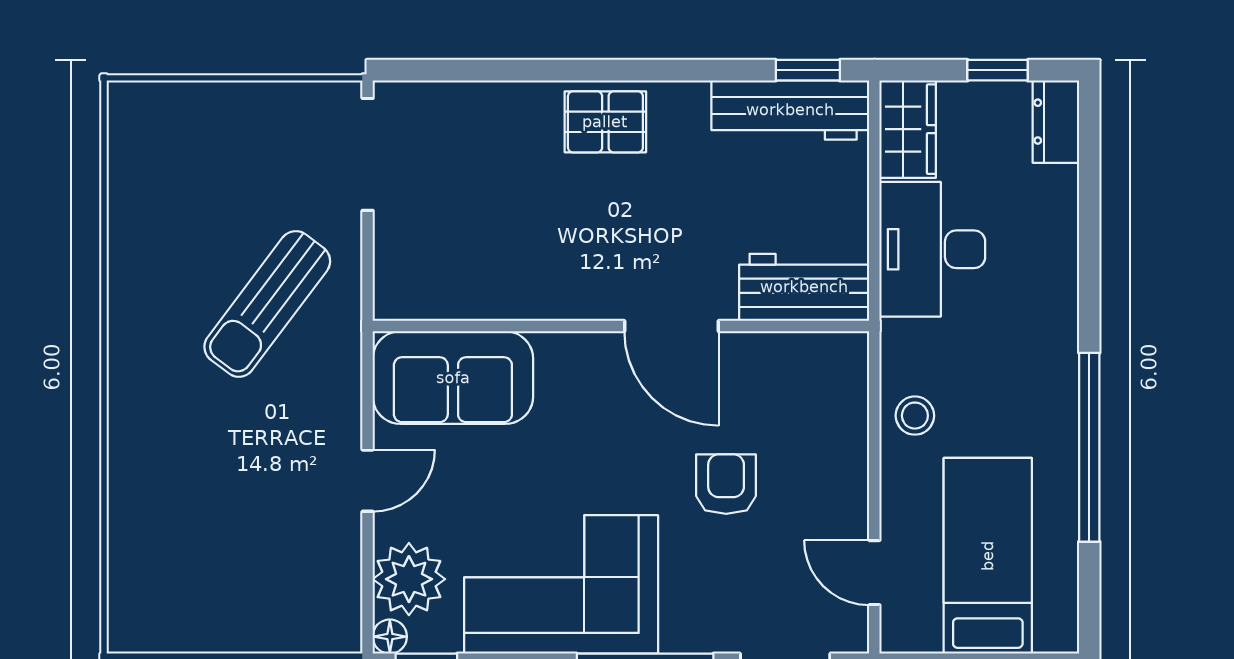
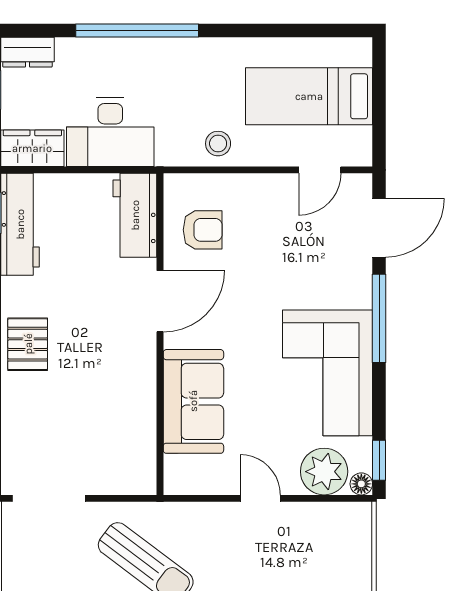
sofa: (453, 378) -> (193, 401), moved
window: (1089, 447) -> (137, 30), moved
armchair: (726, 484) -> (203, 230), moved, turned 180

